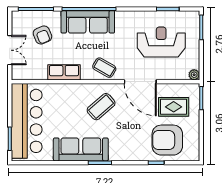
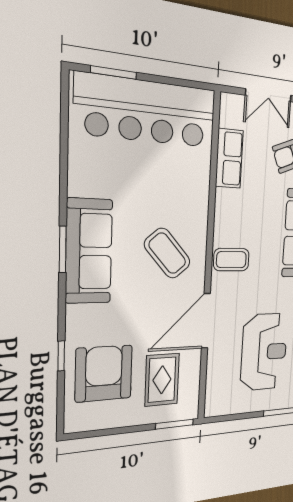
coffee table: (104, 68) -> (231, 260), turned 60
row of seats: (64, 72) -> (229, 158), moved
plant: (194, 75) -> (212, 409), removed
sofa: (81, 149) -> (89, 251), moved

